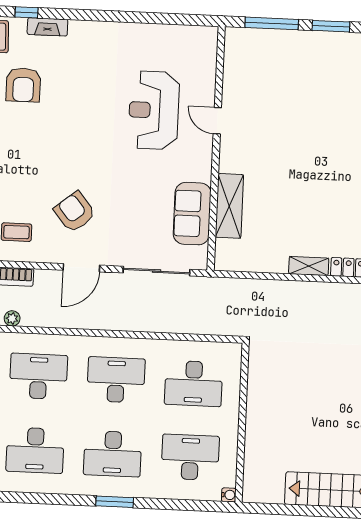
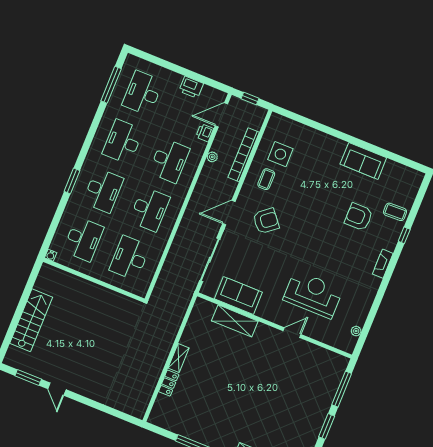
fireplace: (47, 27) -> (383, 264), moved
plant: (184, 32) -> (356, 331), added
door: (81, 268) -> (229, 213), hinge flipped
desk: (113, 454) -> (103, 190), turned 180

